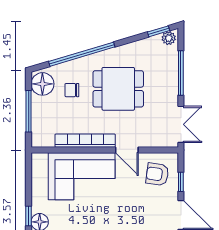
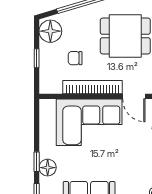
chair: (72, 90) -> (75, 58), moved
window: (29, 111) -> (37, 58), width x0.46

